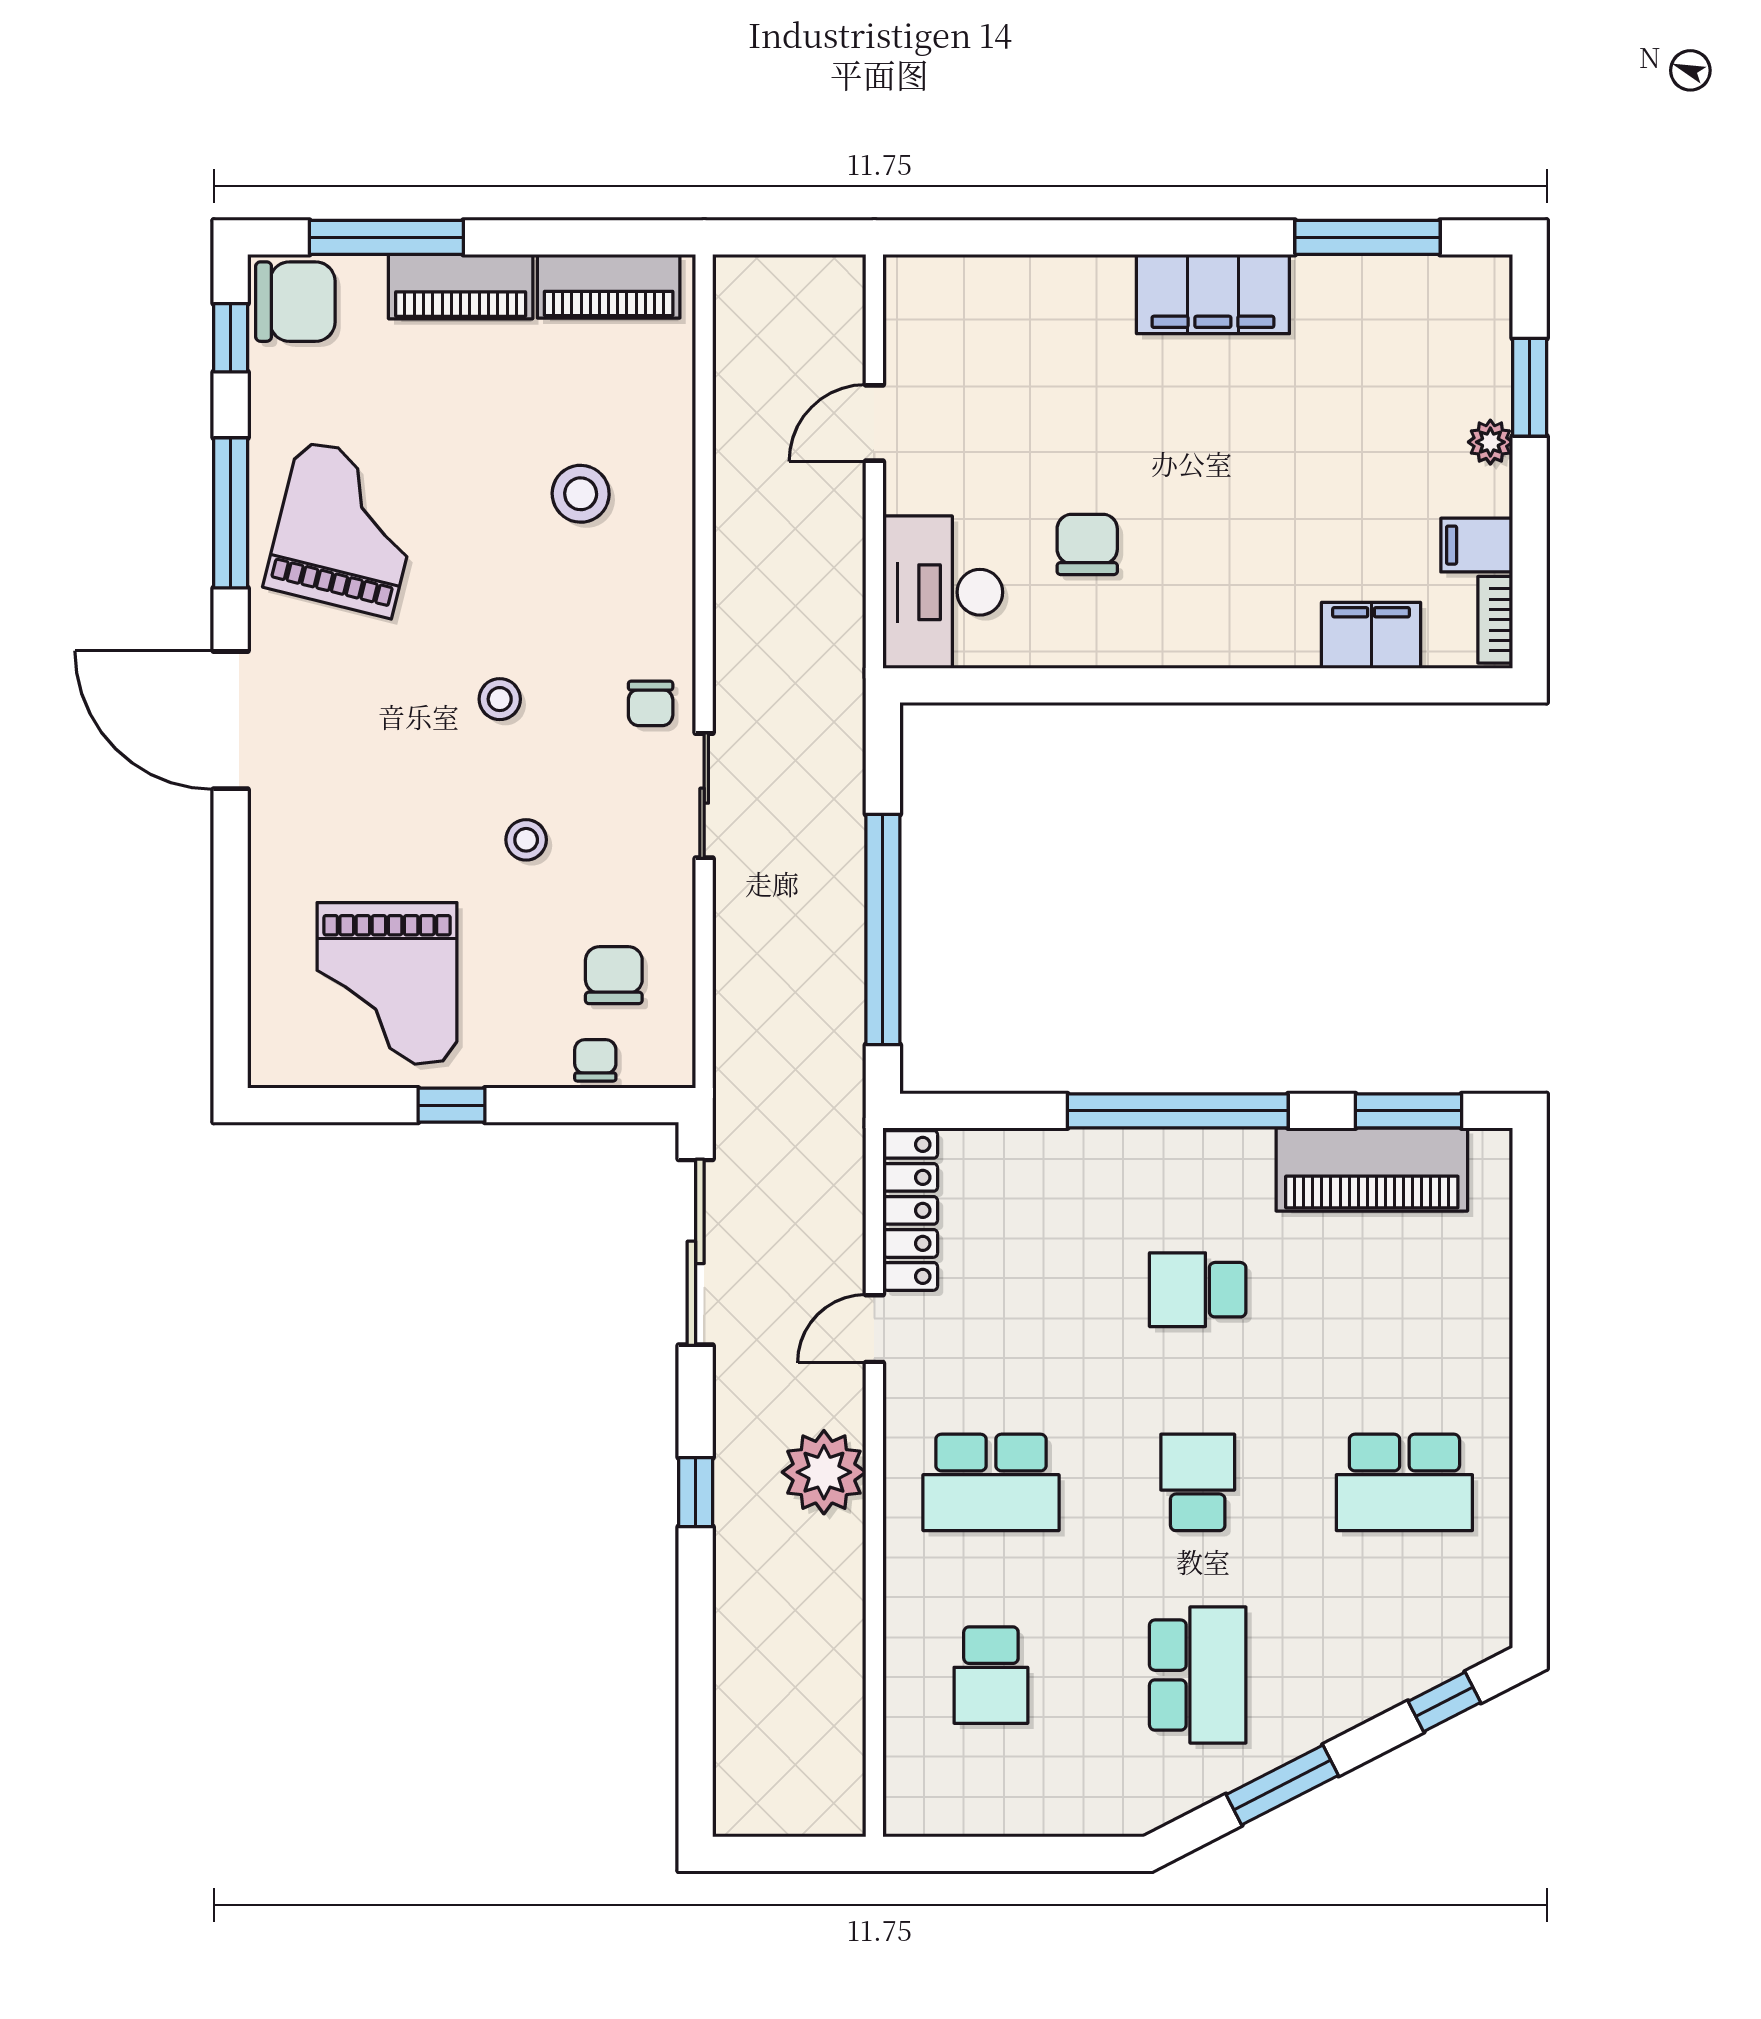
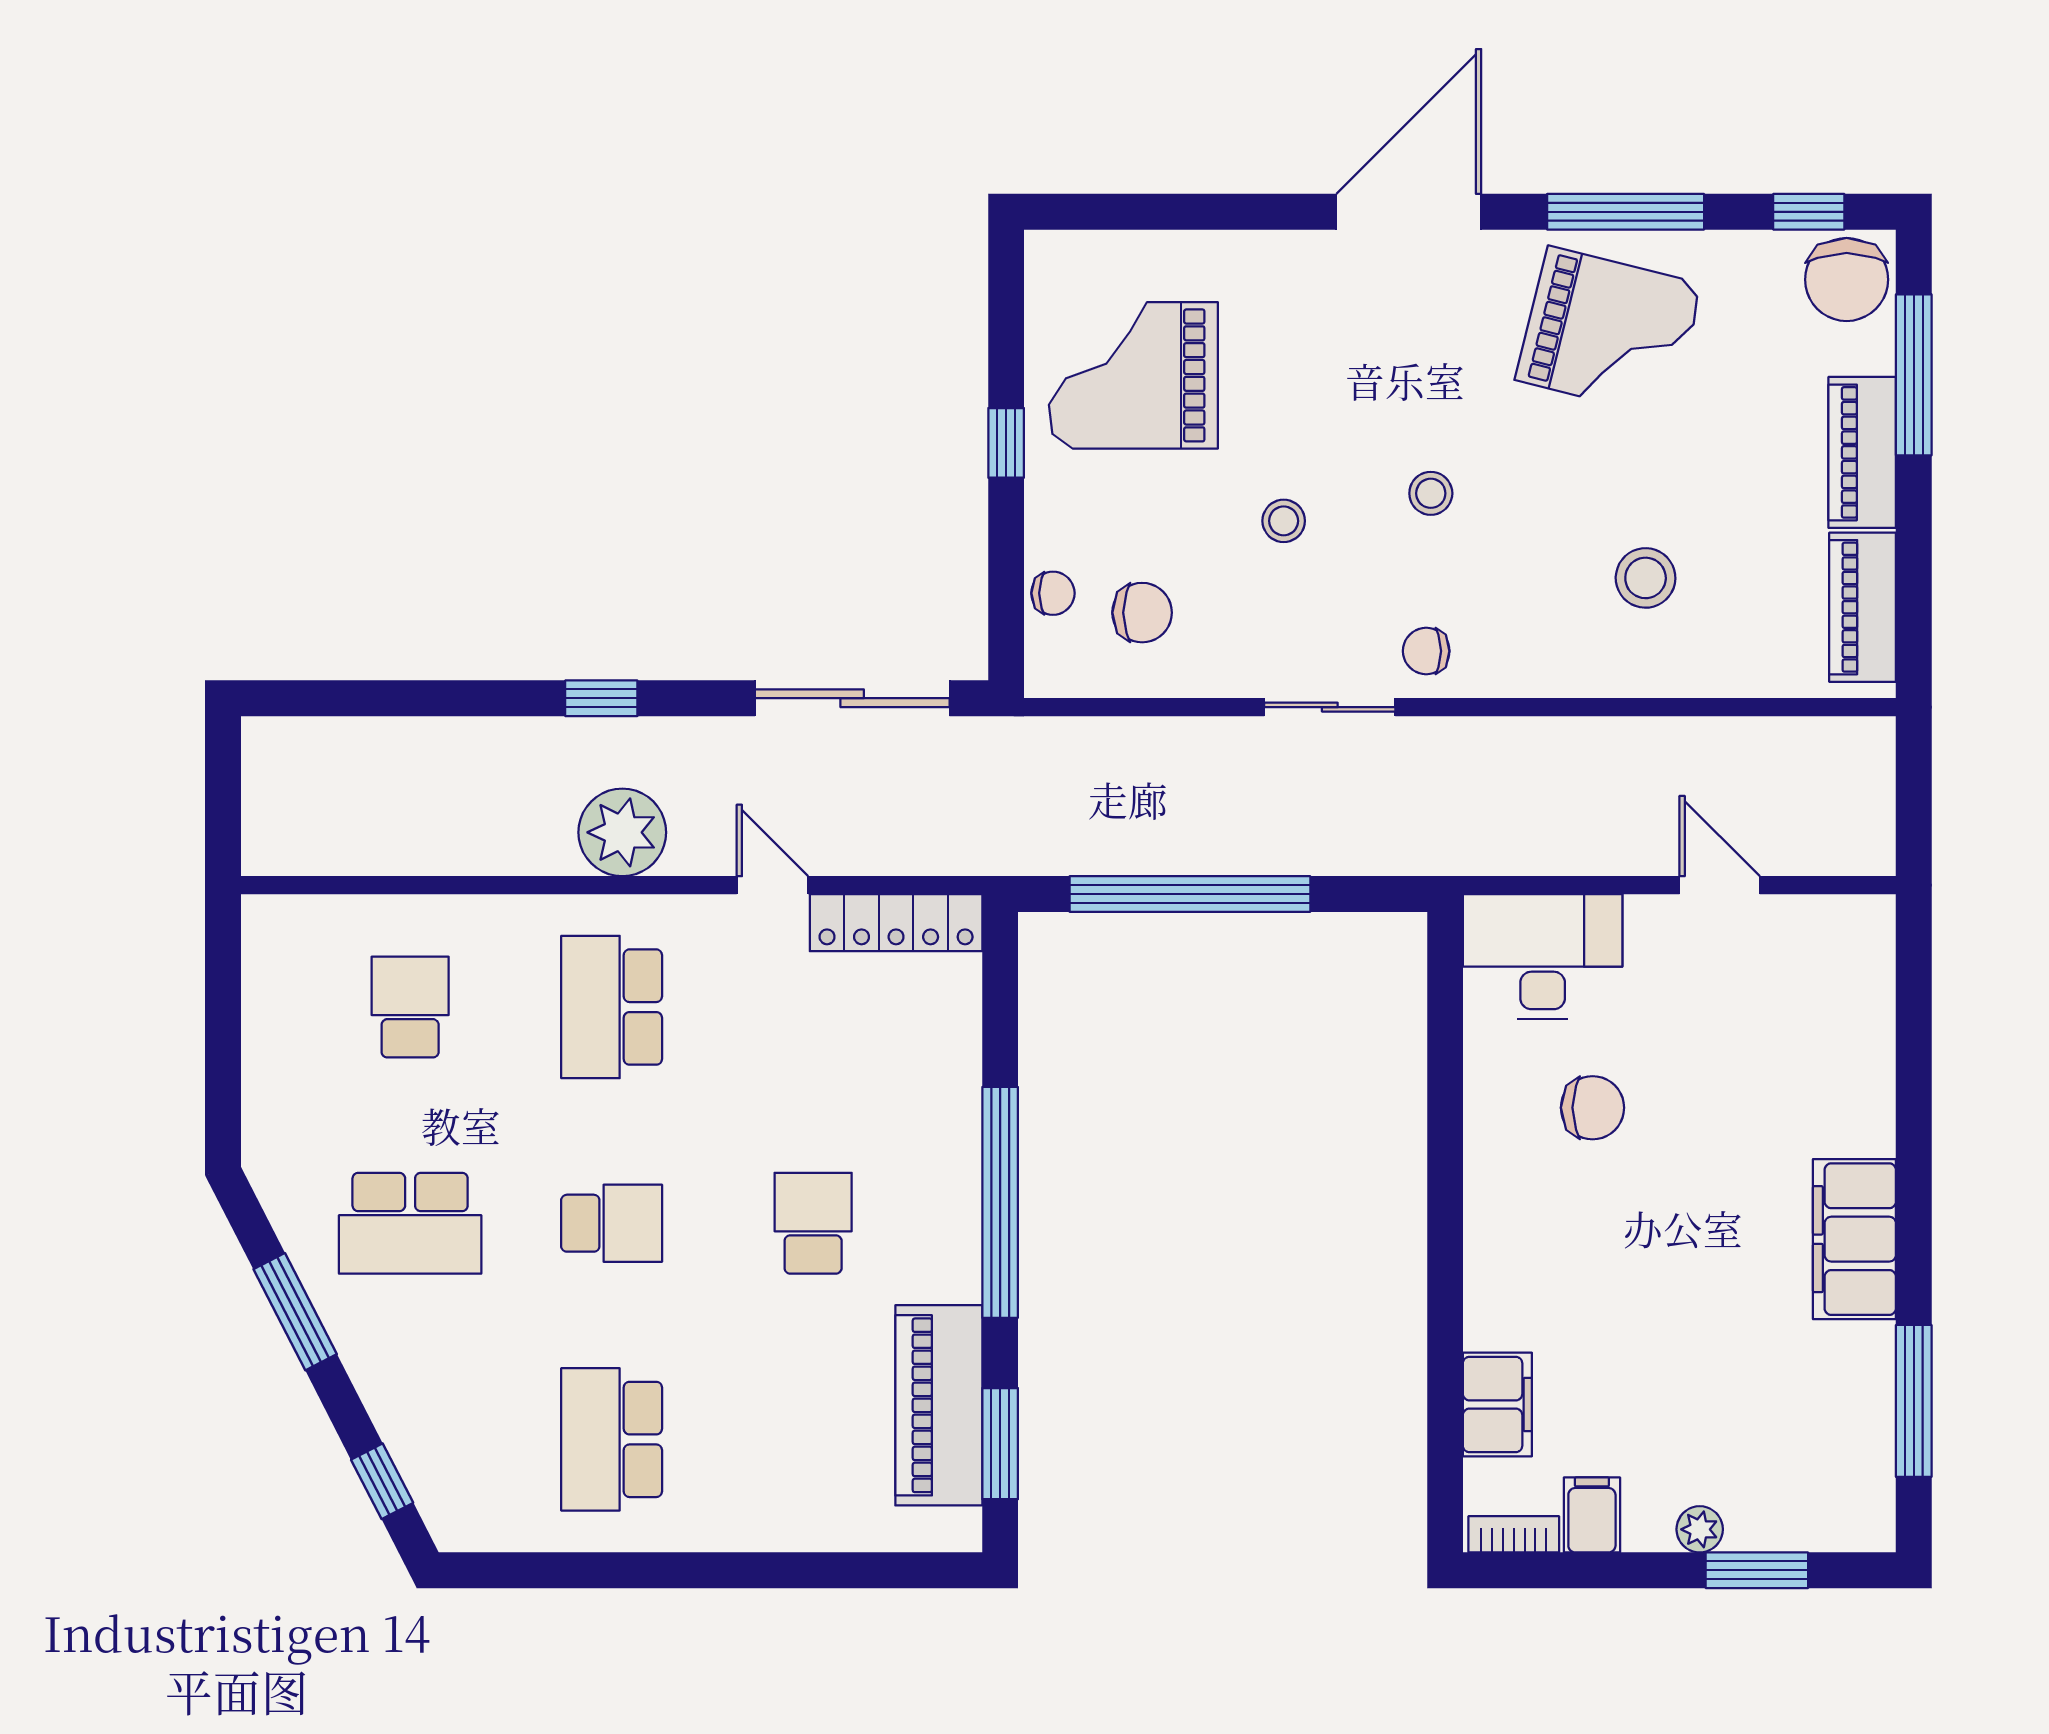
school desk: (991, 1675) -> (410, 1007), turned 90

